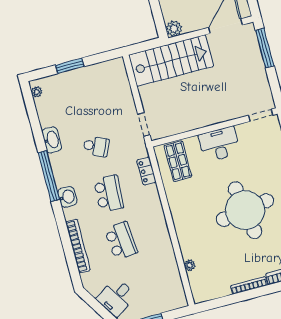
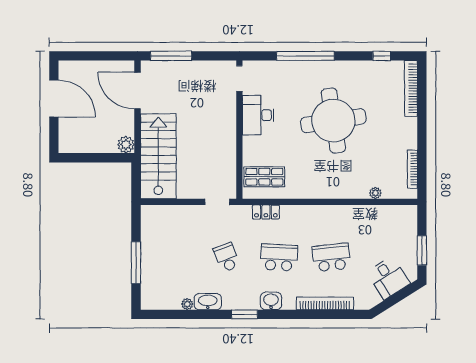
window: (70, 66) -> (136, 263), width x1.44
plant: (37, 92) -> (187, 304), moved
desk: (219, 144) -> (258, 115), moved
school desk: (96, 146) -> (227, 257), turned -45
window: (49, 176) -> (244, 314), width x0.47
bookcase: (249, 285) -> (412, 169), moved

